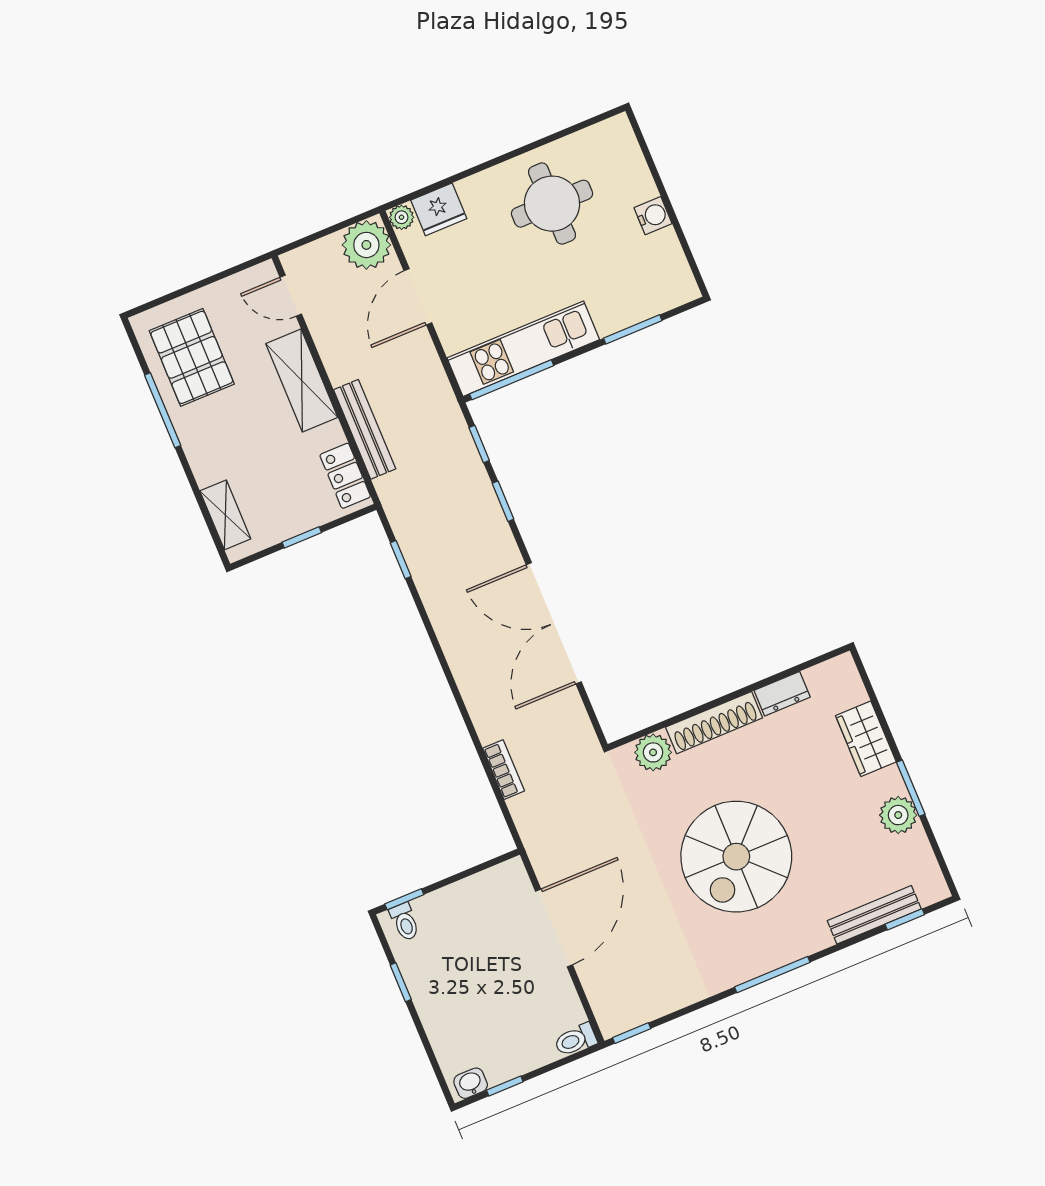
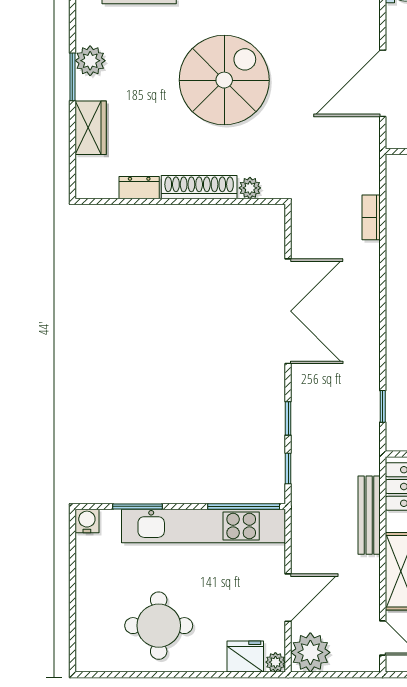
water cooler: (653, 216) -> (87, 521), moved, turned 90
kitchen unit: (523, 349) -> (204, 526), width x1.36
plant: (653, 752) -> (250, 188), width x0.73, depth x0.73

